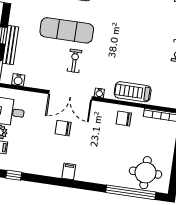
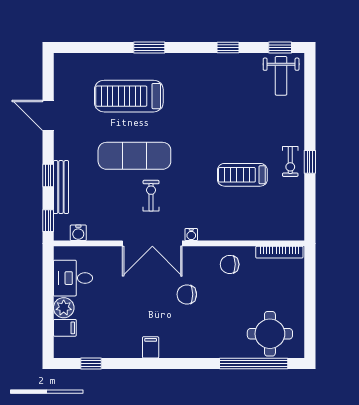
treadmill: (133, 92) -> (242, 175), moved
chair: (63, 128) -> (187, 294), moved
filing cabinet: (69, 171) -> (151, 347), moved

